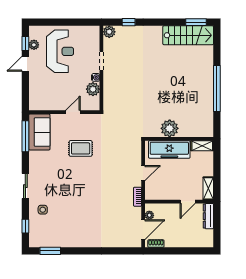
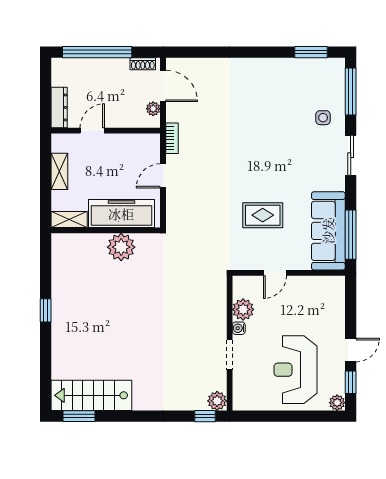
window: (129, 22) -> (205, 416), moved
plant: (34, 45) -> (337, 403), moved
window: (217, 89) -> (46, 310), width x0.32
sofa: (39, 132) -> (328, 231), width x1.36
shelving: (208, 188) -> (59, 171), moved
window: (25, 226) -> (351, 91), width x2.17
door: (143, 230) -> (163, 86), swing flipped
window: (185, 251) -> (97, 52), added

